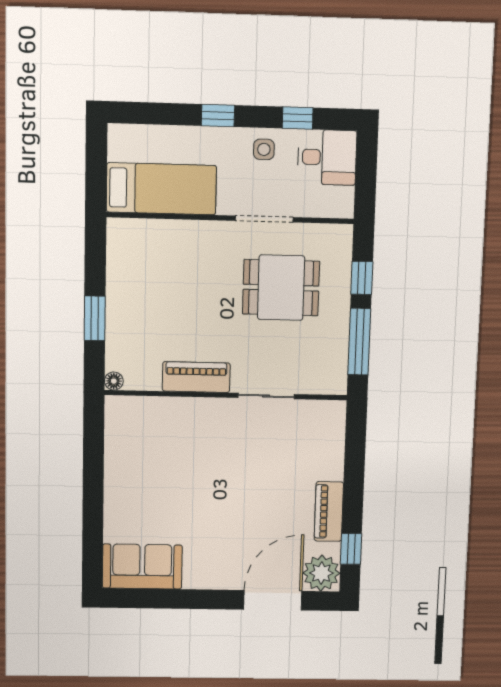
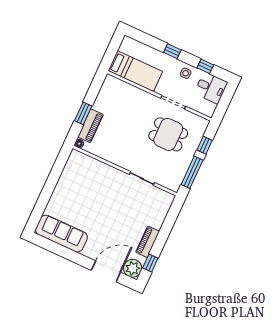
piano: (196, 377) -> (91, 126), moved, turned 90
sofa: (142, 567) -> (61, 234), width x1.36

